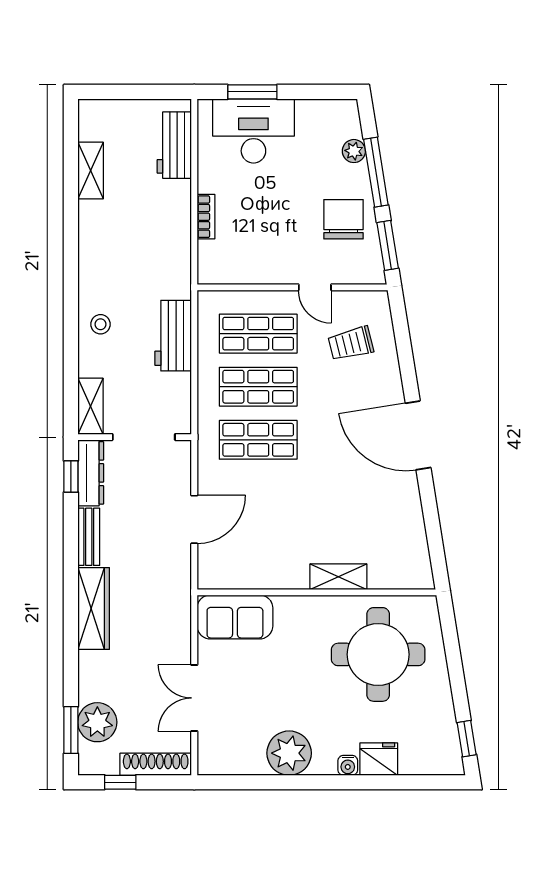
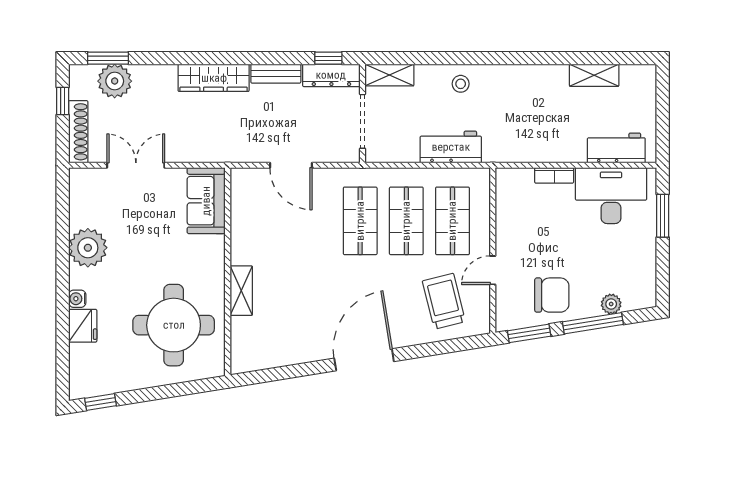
desk: (253, 131) -> (611, 196), moved, turned -90
trolley: (351, 344) -> (444, 301), width x1.36, depth x1.39

